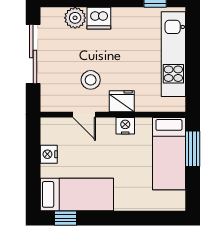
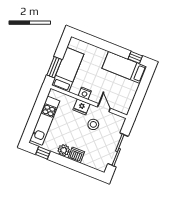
plant: (75, 18) -> (64, 150), moved
nightstand: (49, 154) -> (131, 94), removed

